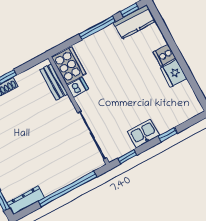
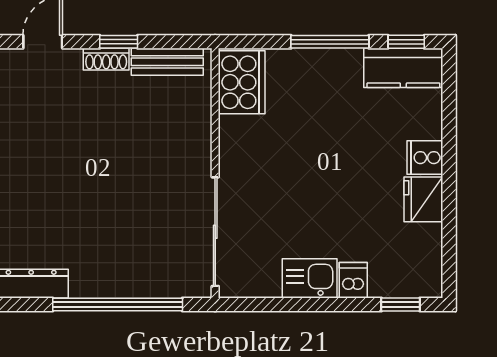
bench: (54, 82) -> (167, 62), moved, turned 90
dishwasher: (78, 87) -> (353, 280), moved, turned -90
window: (168, 135) -> (401, 305), moved
window: (127, 157) -> (258, 305), removed

